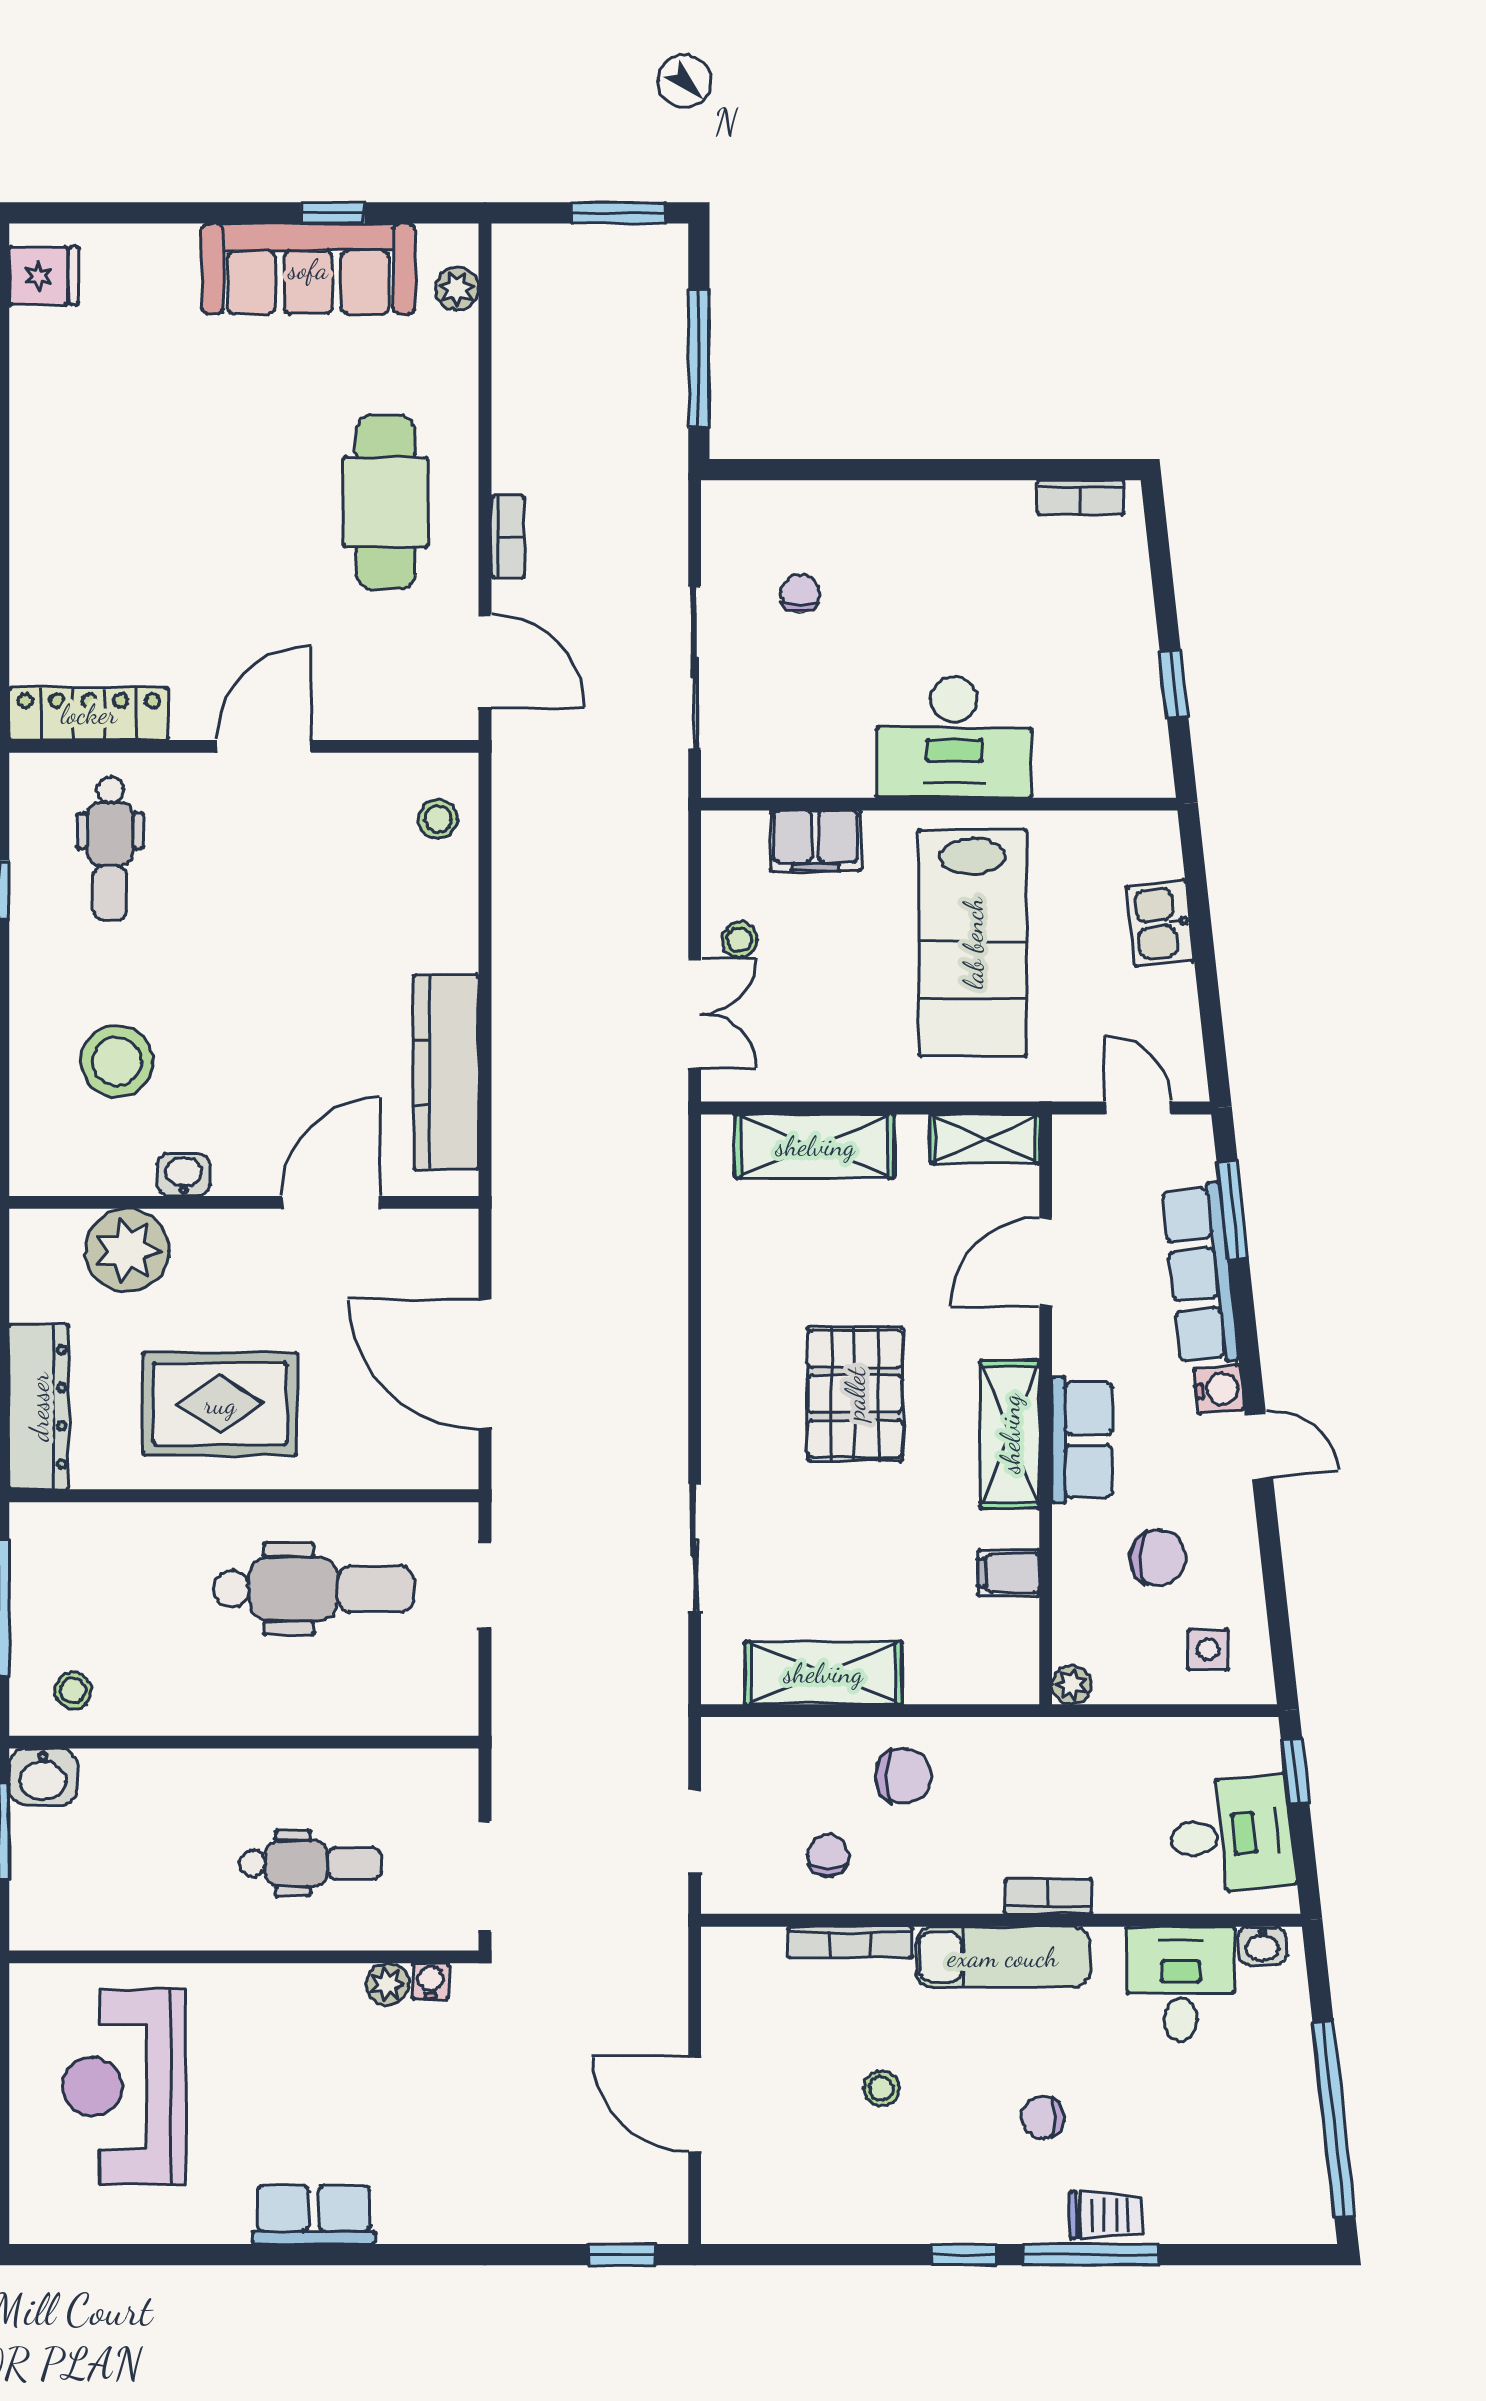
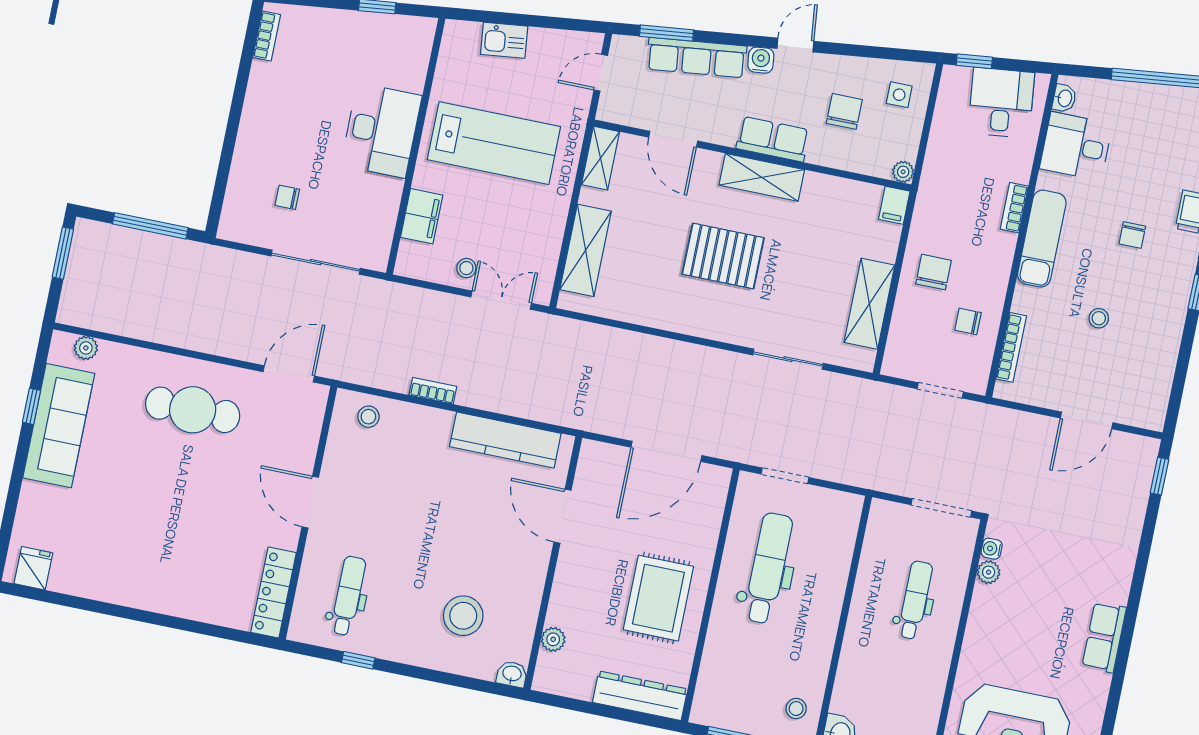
bookcase: (508, 537) -> (433, 391), moved
dental chair: (110, 849) -> (348, 596), turned -90
washbasin: (184, 1175) -> (512, 674), moved, turned 90
plant: (127, 1250) -> (553, 639), width x0.53, depth x0.53
filing cabinet: (1009, 1573) -> (894, 205), moved
bookcase: (850, 1942) -> (1011, 347), moved

